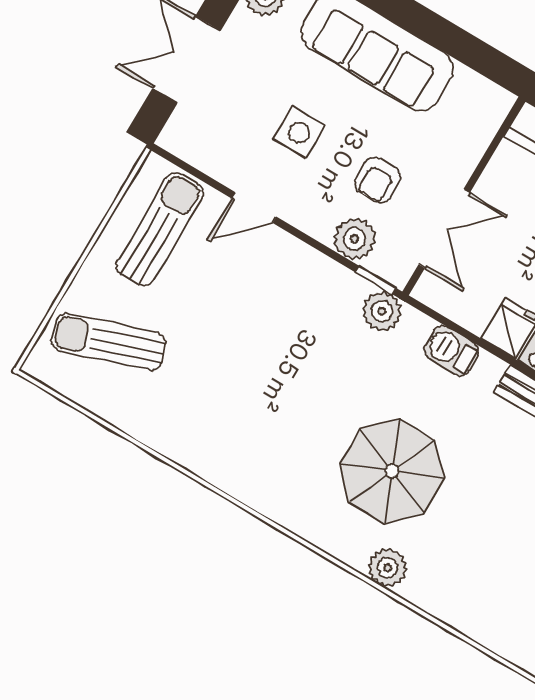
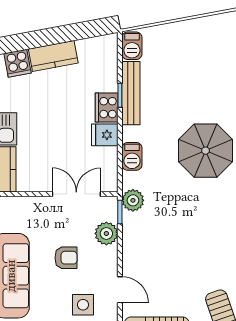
side table: (299, 133) -> (83, 305), moved
armchair: (378, 180) -> (66, 258), moved

